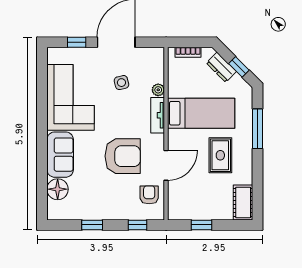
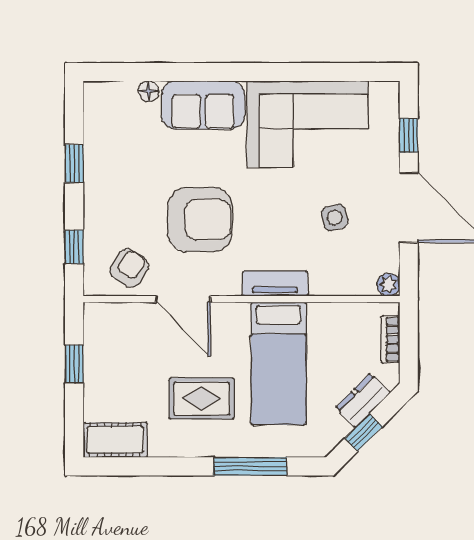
plant: (158, 90) -> (388, 285), moved
armchair: (123, 156) -> (200, 220), turned -90
floor lamp: (58, 189) -> (149, 91), width x0.53, depth x0.53
armchair: (149, 195) -> (129, 268), turned -57

